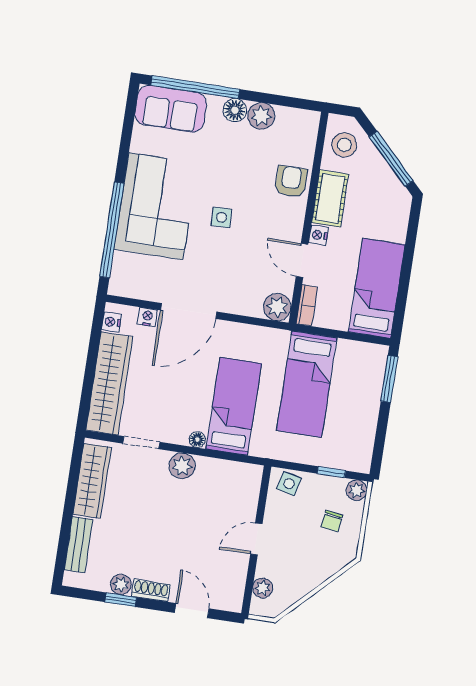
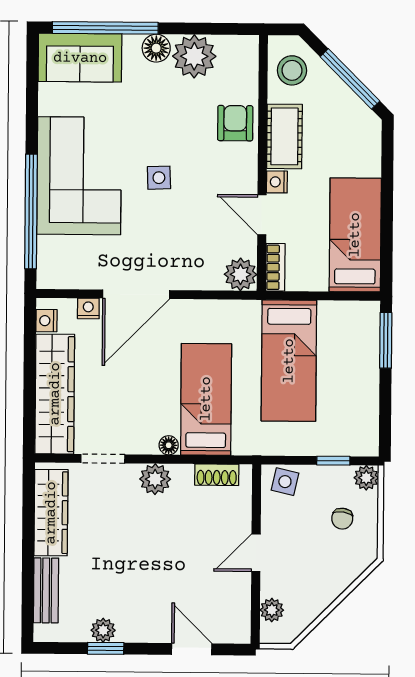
plant: (261, 116) -> (194, 56), width x1.36, depth x1.36
shoe rack: (151, 590) -> (217, 475), moved, turned 180

